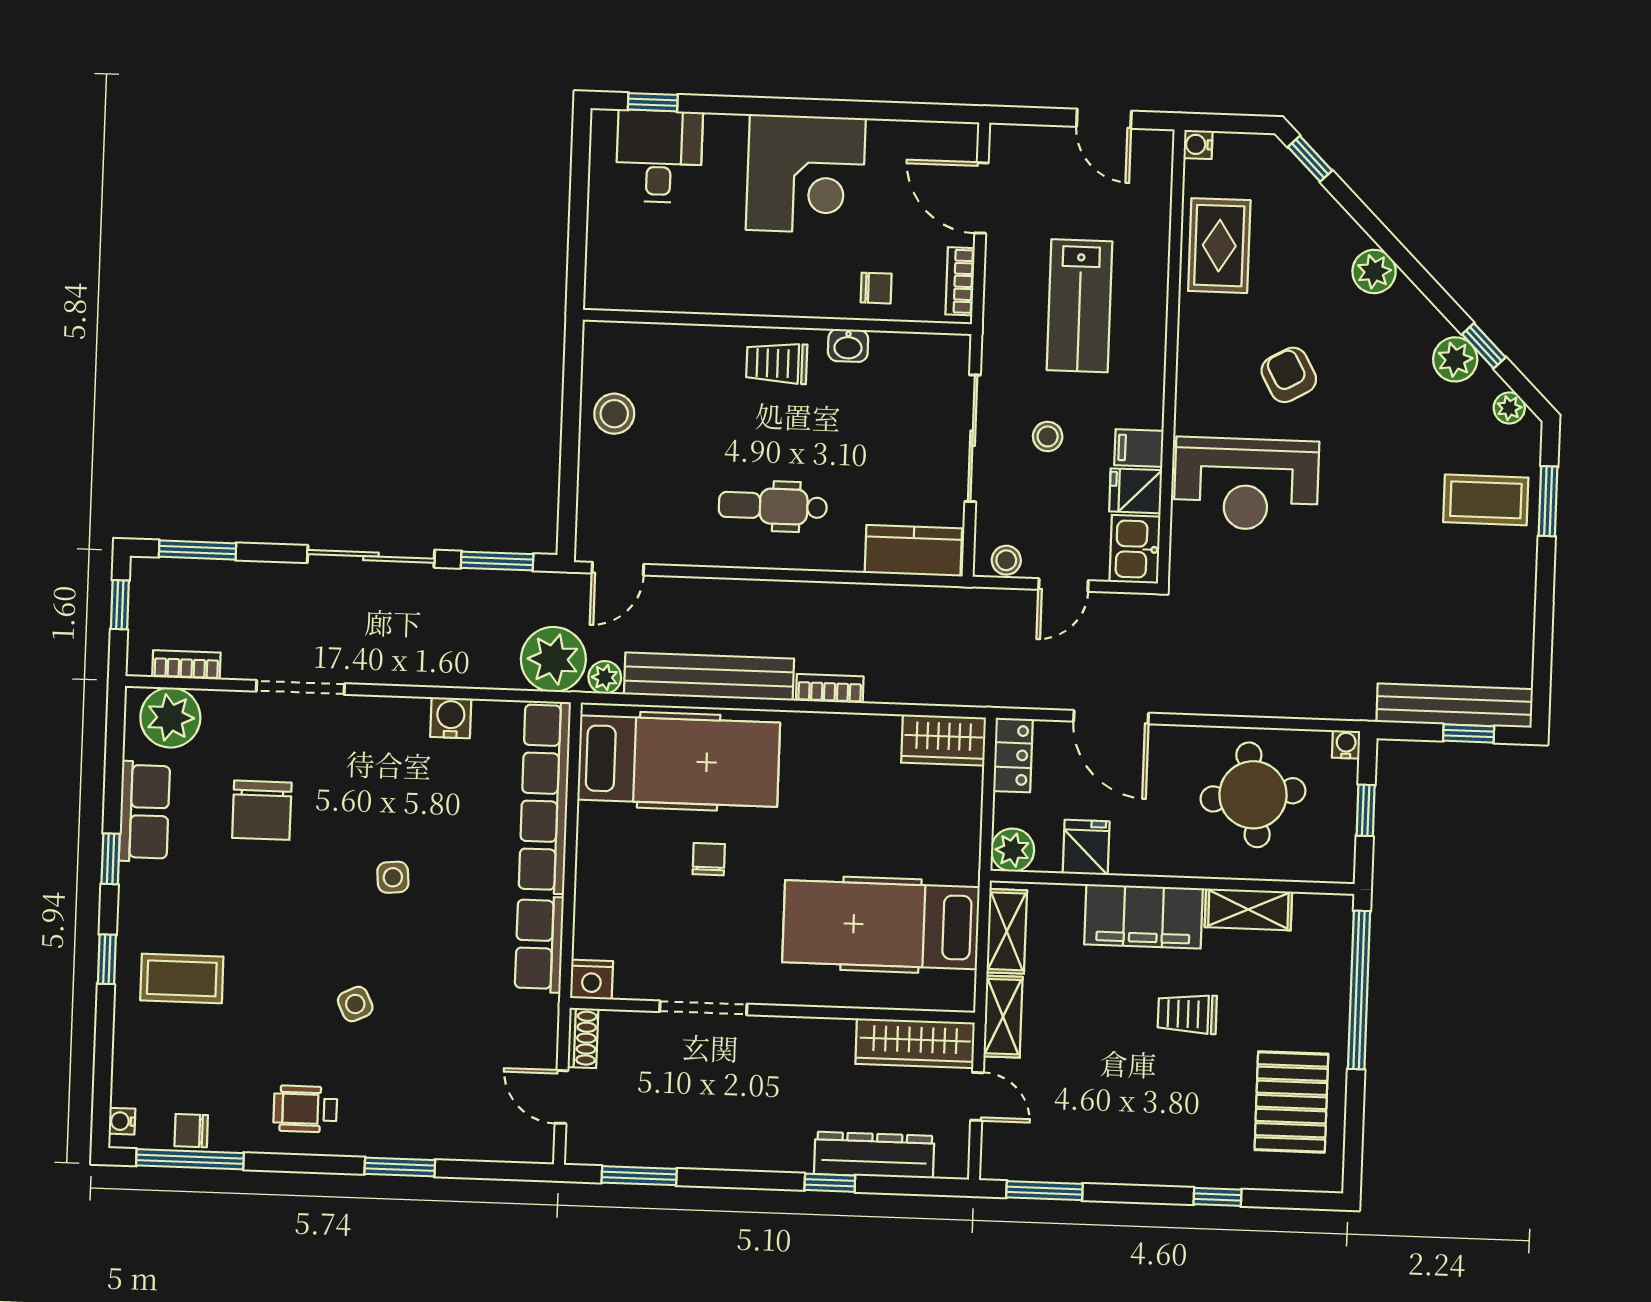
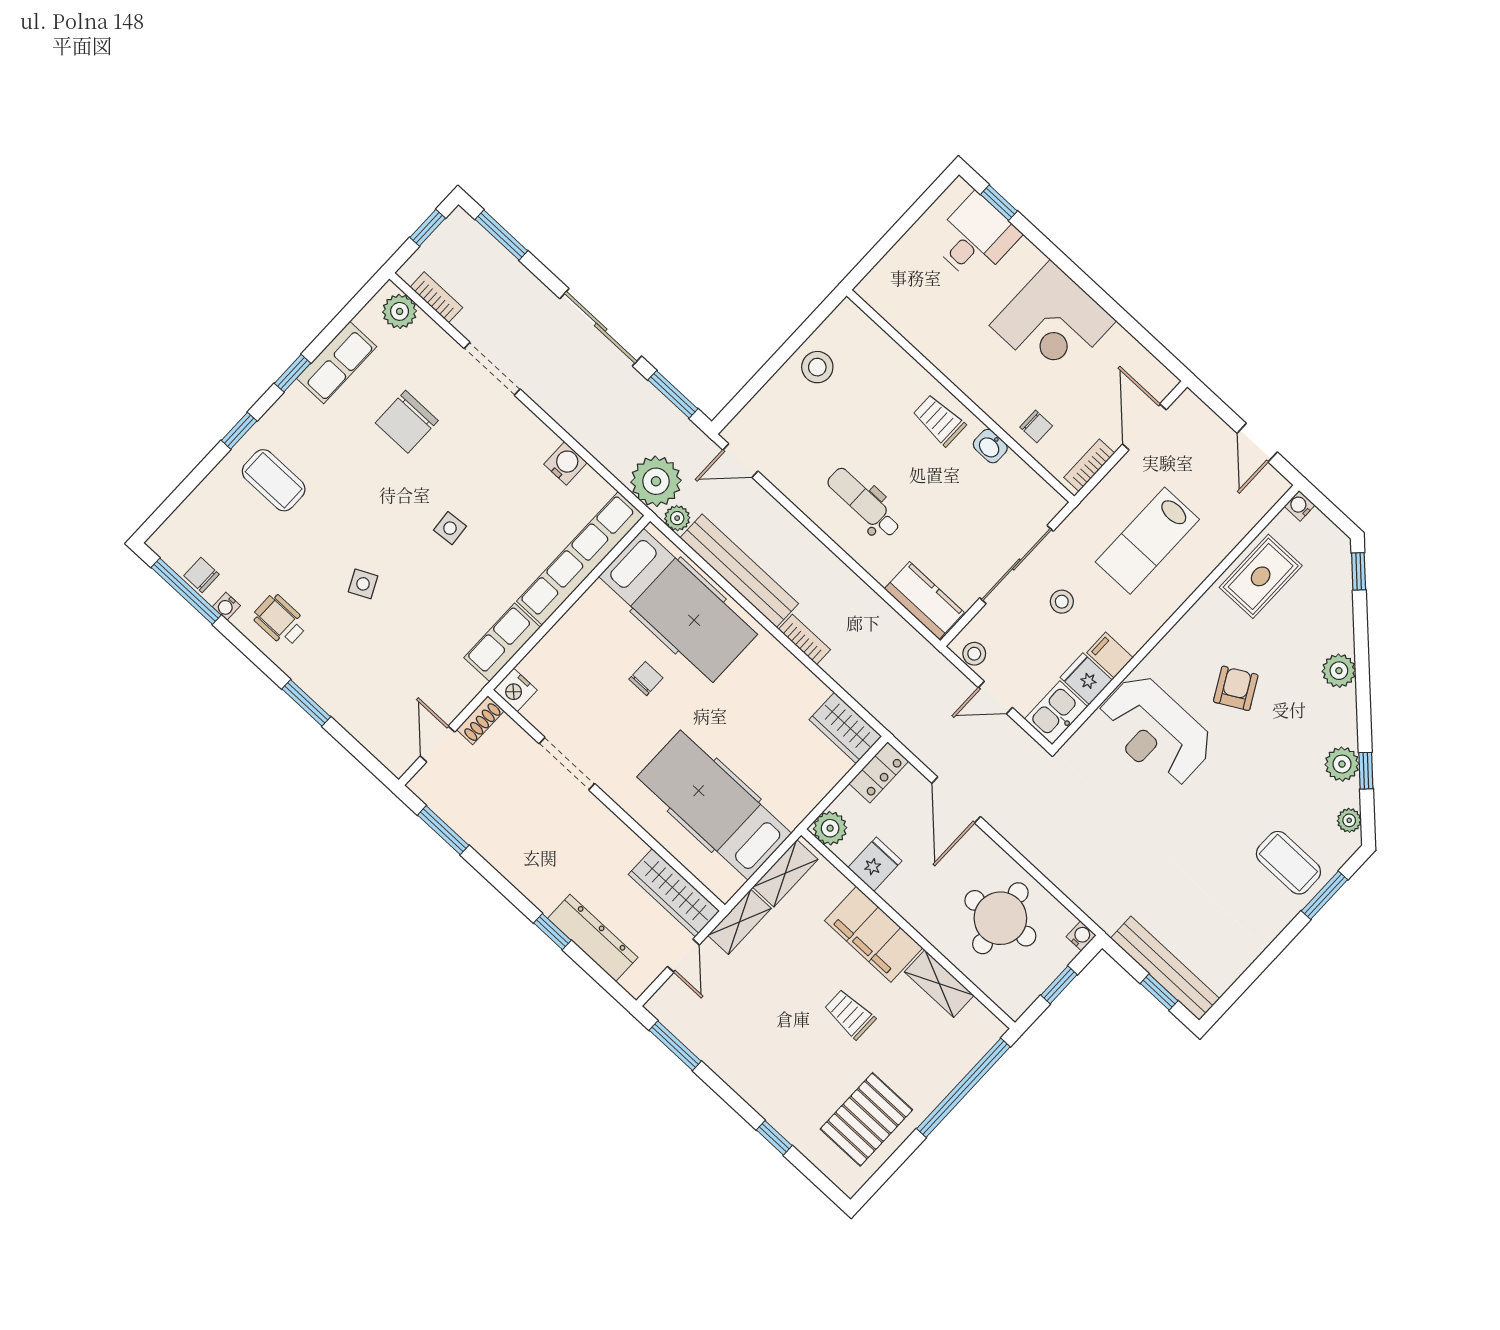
plant: (170, 718) -> (400, 311), width x0.73, depth x0.73
water cooler: (122, 1121) -> (226, 606), moved, turned -90

